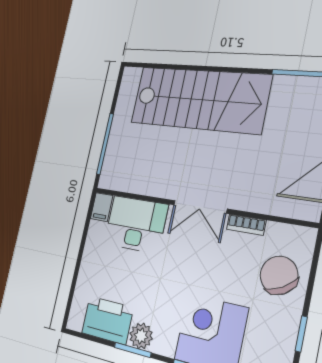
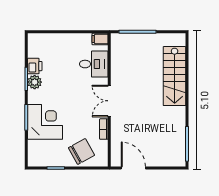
stairs: (199, 99) -> (175, 76), width x0.73, depth x0.66
desk: (136, 224) -> (94, 64), width x0.73
printer: (107, 320) -> (35, 66), width x0.53, depth x0.68

